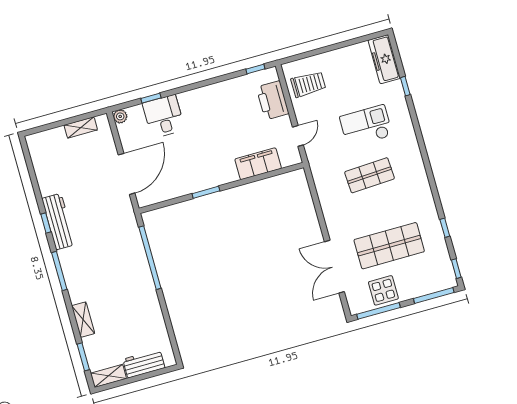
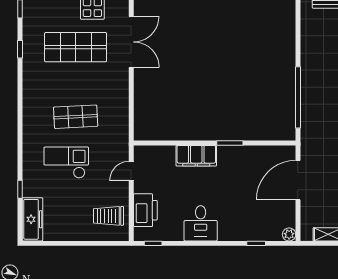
desk: (164, 116) -> (201, 223), moved
checkout: (366, 126) -> (66, 163), turned 180
filing cabinet: (258, 164) -> (196, 156), moved

